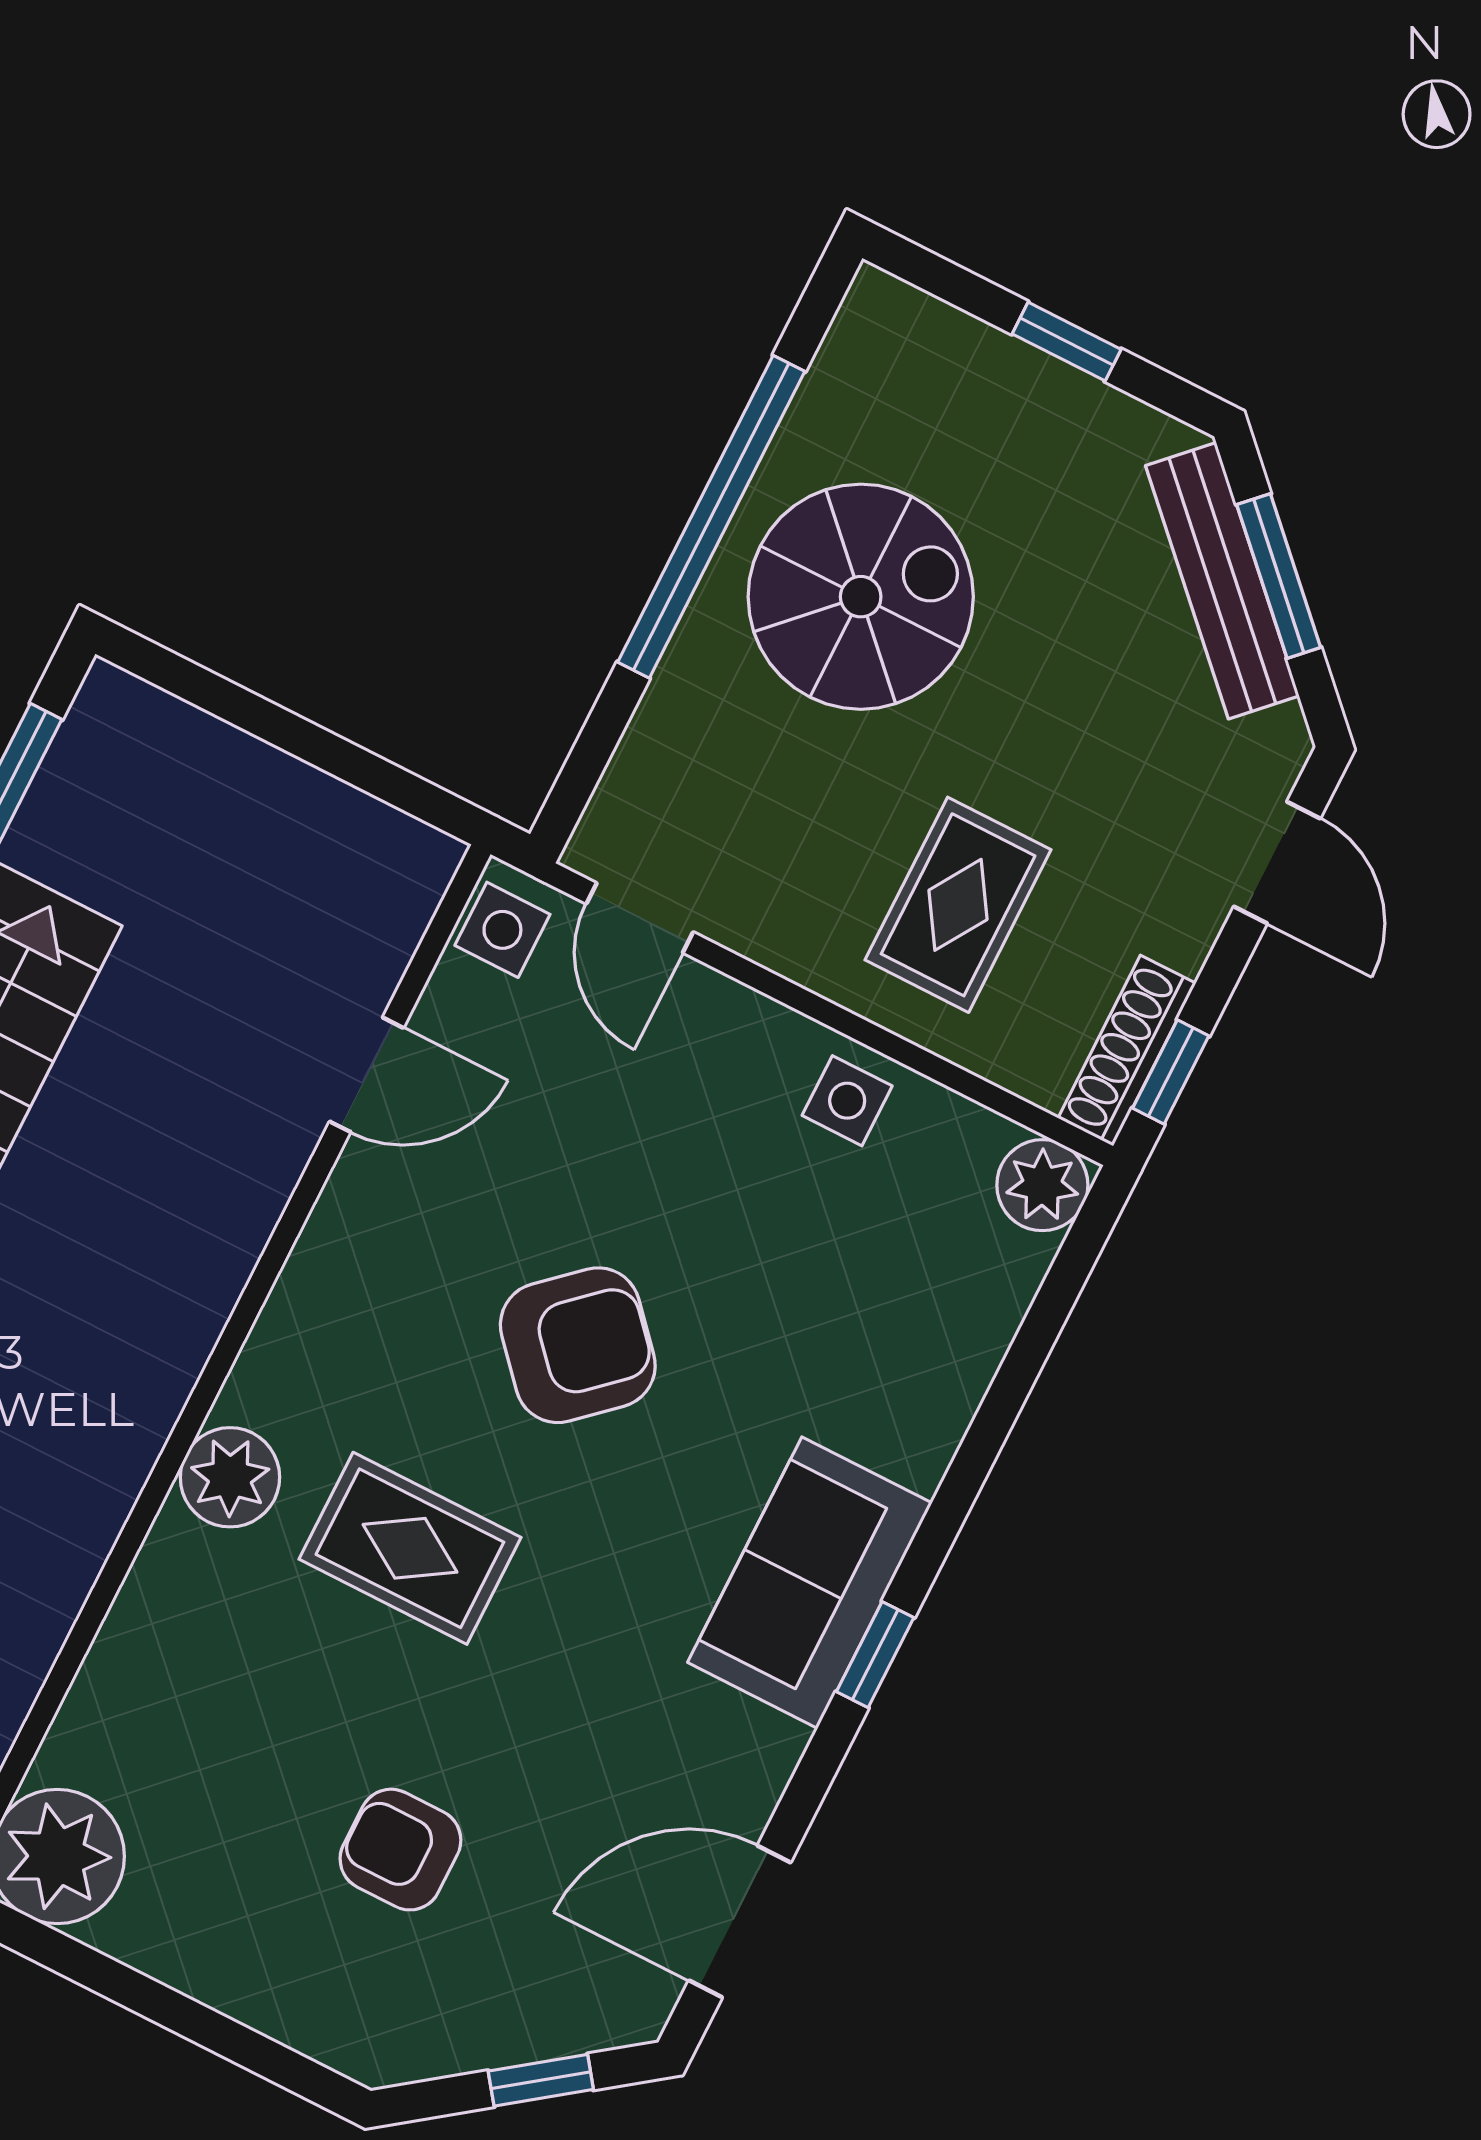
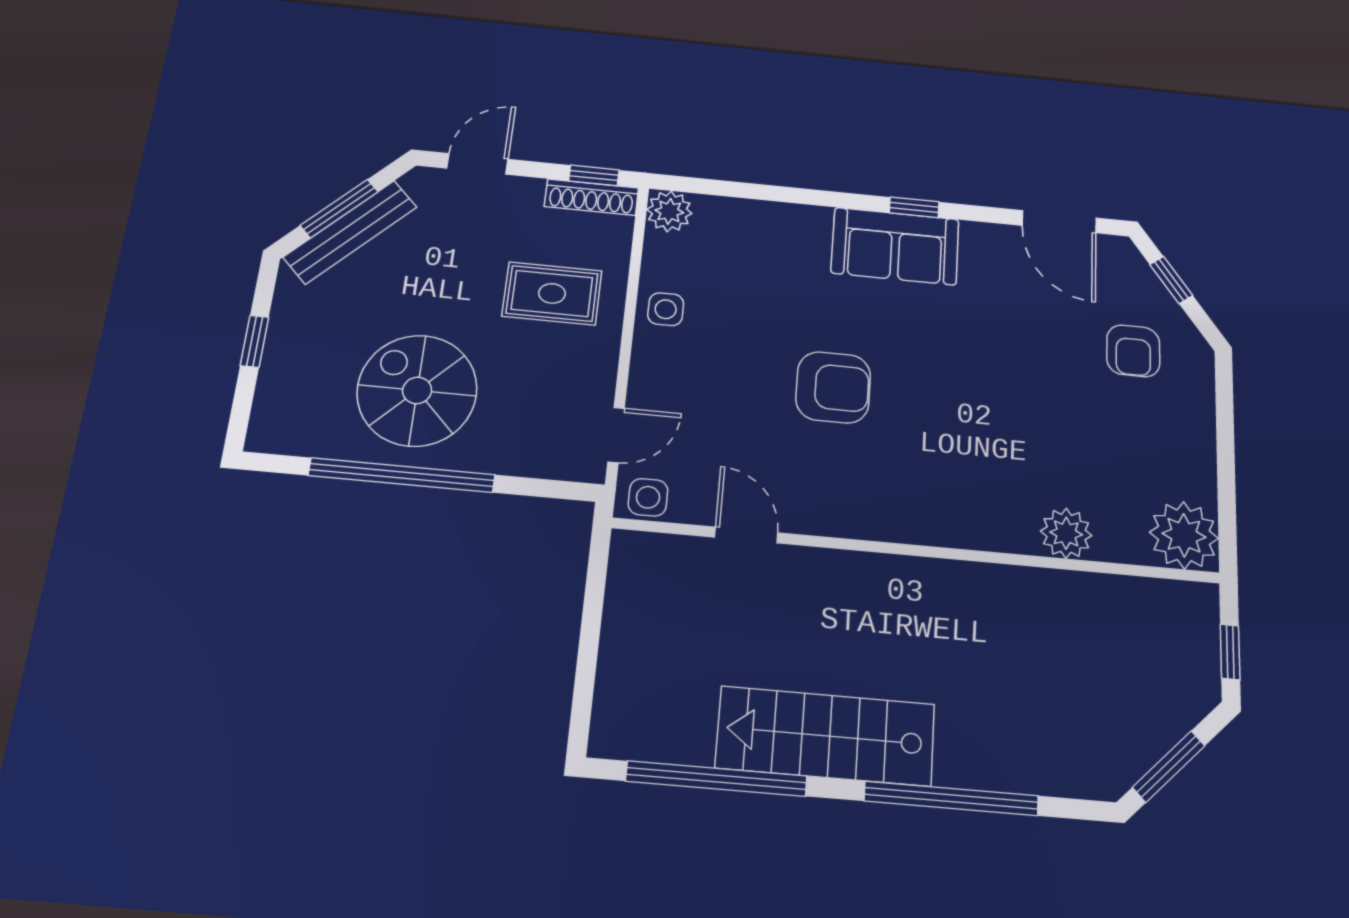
armchair: (578, 1345) -> (833, 387), turned 132
plant: (230, 1477) -> (1066, 533), moved
rug: (410, 1548) -> (963, 428), removed
armchair: (400, 1850) -> (1133, 351), moved

